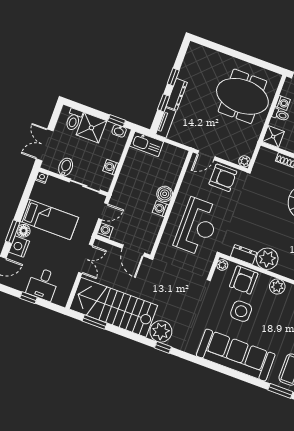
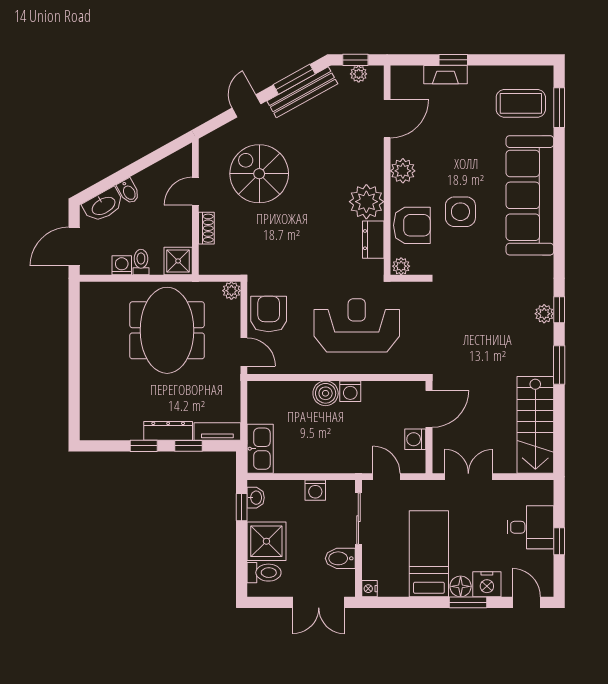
meeting table: (242, 96) -> (167, 330), moved
washing machine: (105, 231) -> (415, 439), moved
stairs: (113, 307) -> (535, 425), width x0.73, depth x0.66
window: (95, 322) -> (559, 365), moved
plant: (161, 331) -> (544, 314), width x0.53, depth x0.53

